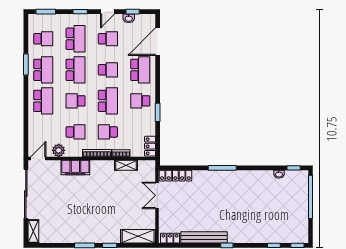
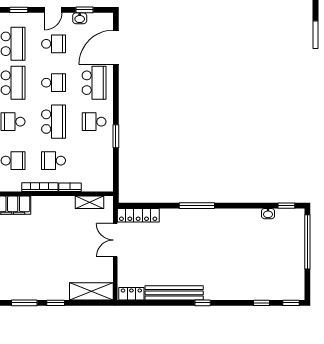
locker: (150, 146) -> (106, 178), removed
shelving: (126, 165) -> (89, 202), moved

